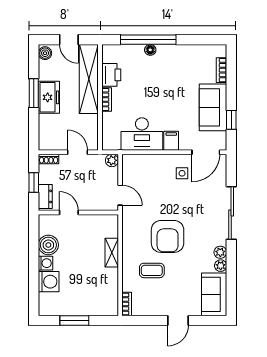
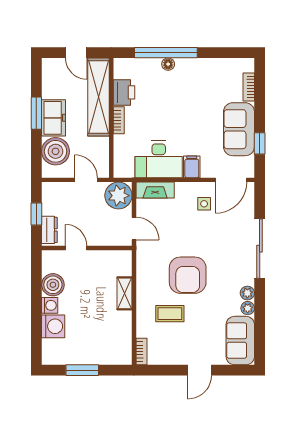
boiler: (45, 53) -> (56, 151), moved, width x1.86, depth x1.86
shoe rack: (49, 159) -> (53, 188), removed
plant: (112, 160) -> (118, 196), width x1.88, depth x1.88
fireplace: (139, 161) -> (155, 190), added

